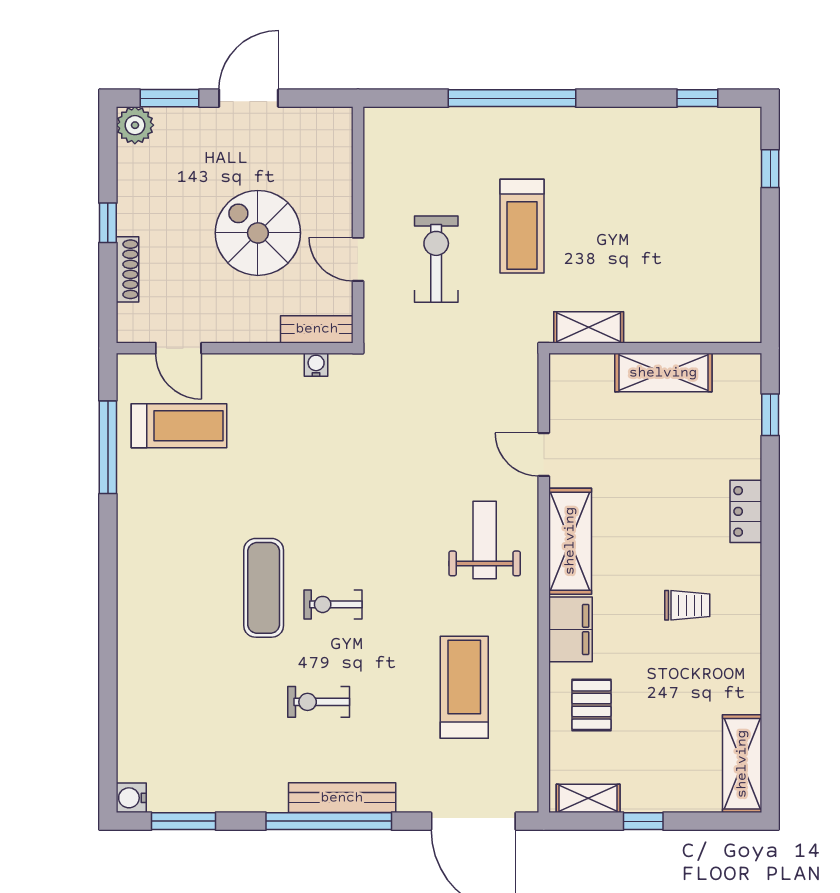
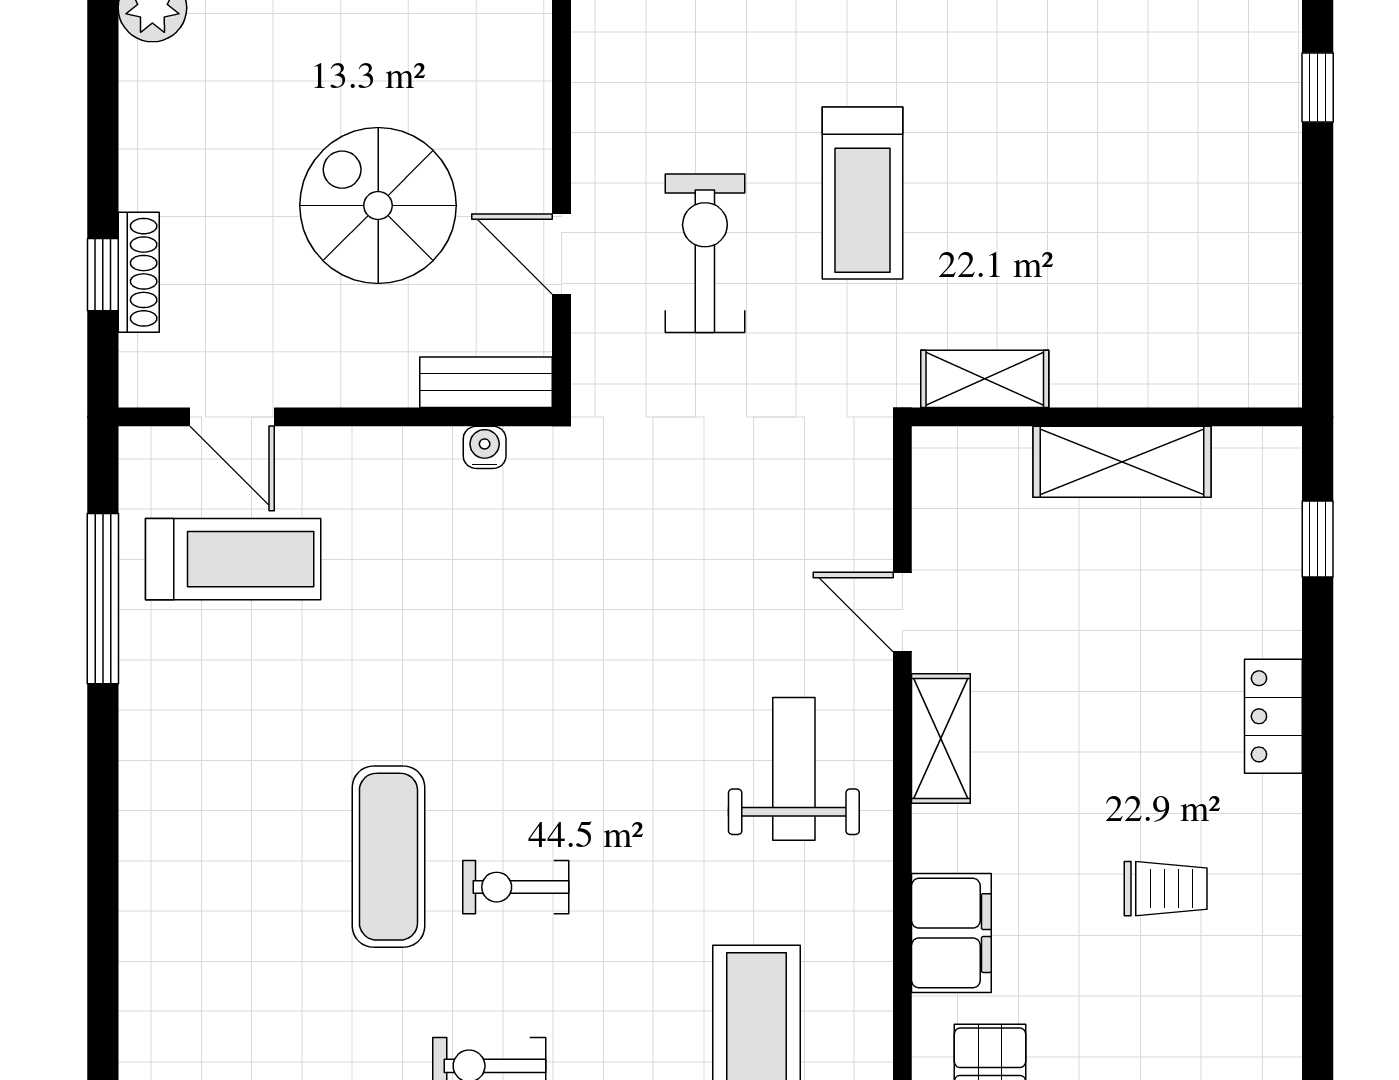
window: (108, 223) -> (103, 275), moved
shelving: (570, 541) -> (941, 739), width x0.67, depth x0.75

